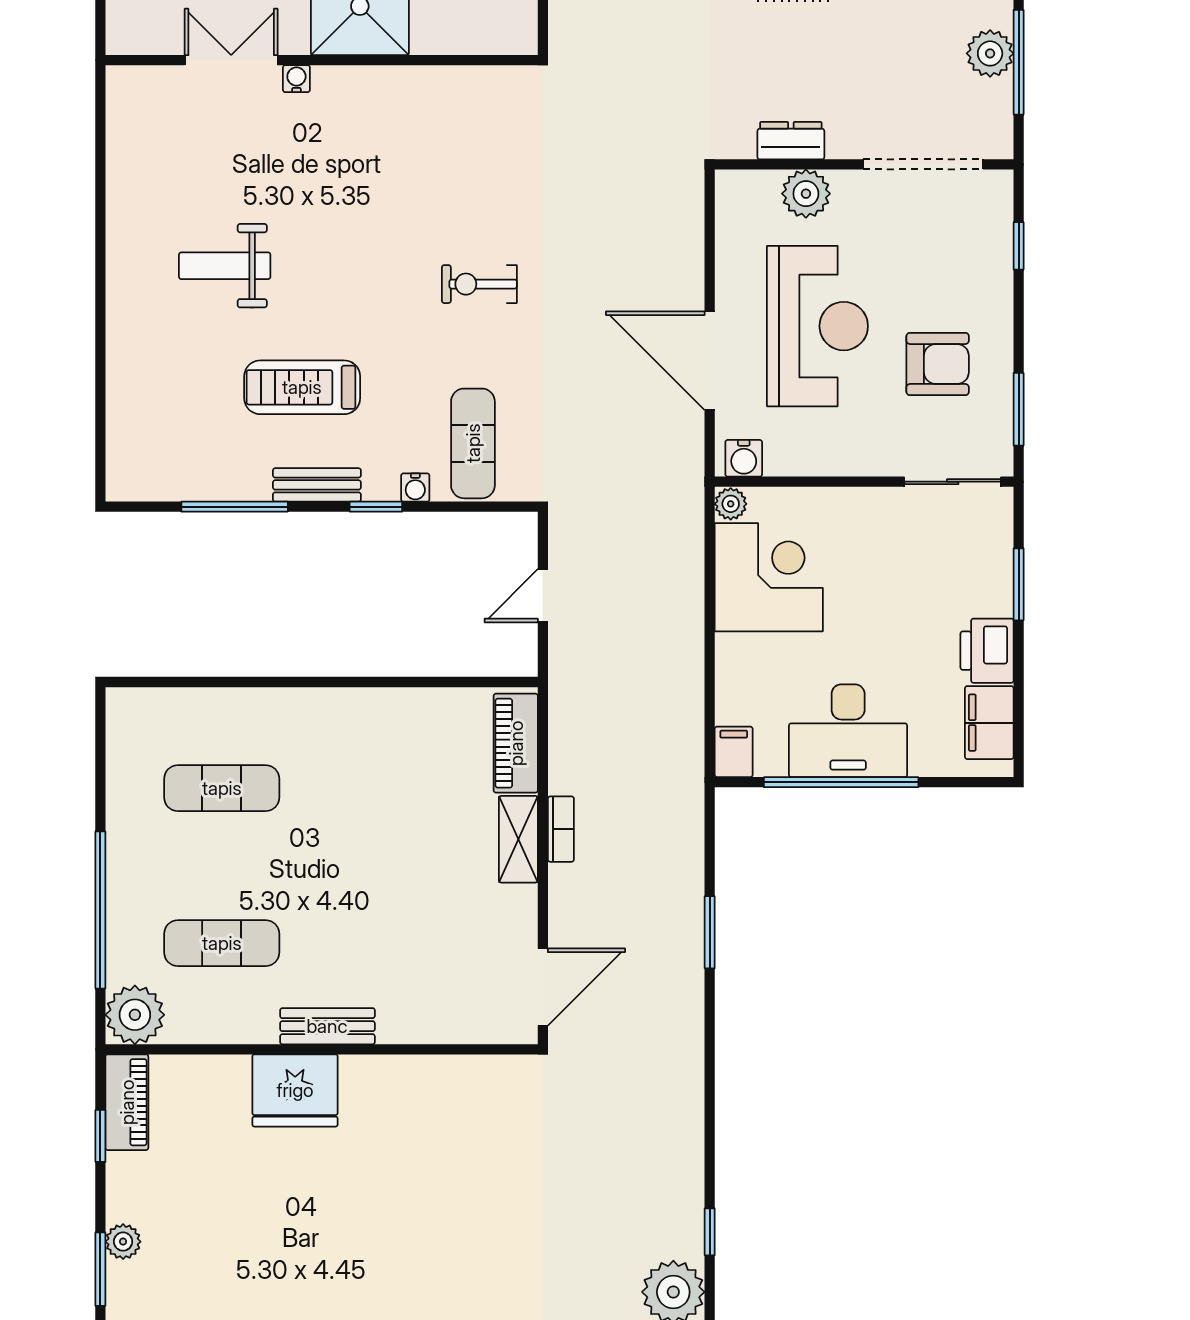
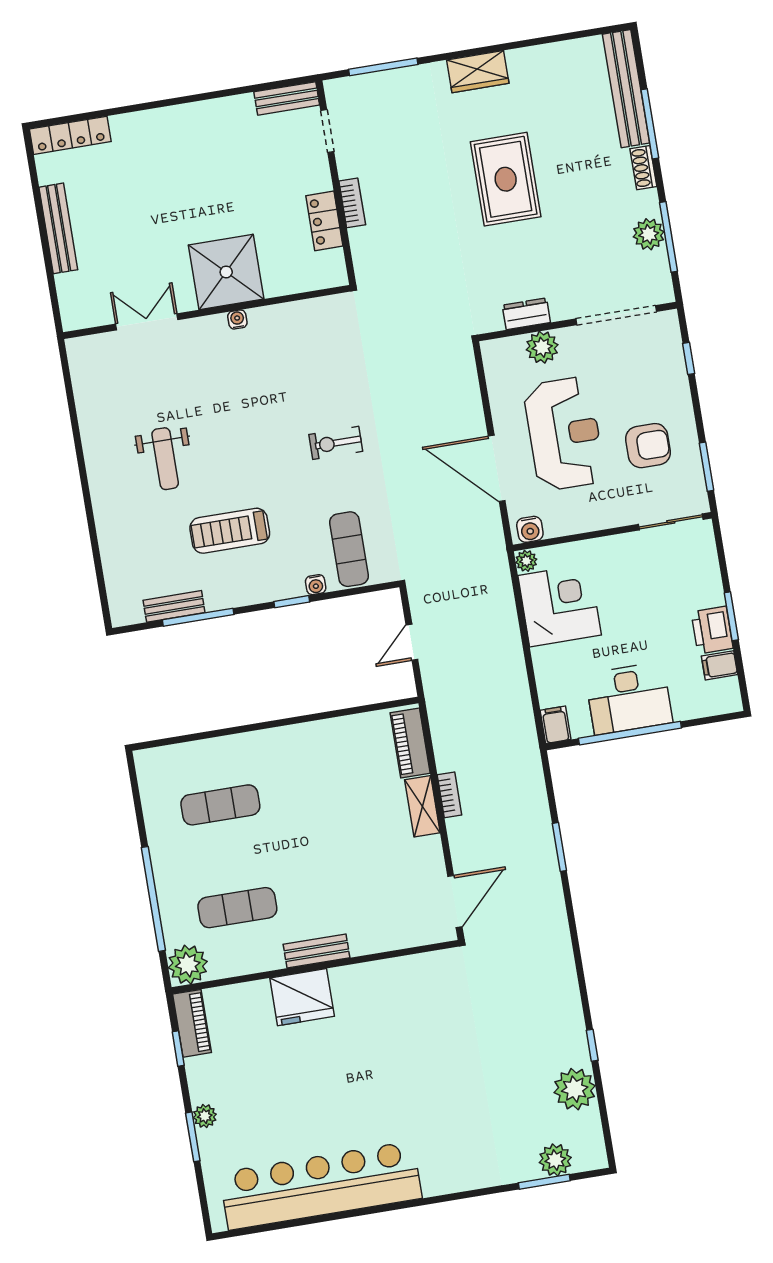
water cooler: (296, 79) -> (237, 319), moved
weight bench: (225, 266) -> (165, 459), turned -90
bench: (317, 485) -> (174, 606), moved
window: (1019, 584) -> (731, 616), moved
filing cabinet: (989, 723) -> (719, 665), width x0.50

